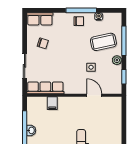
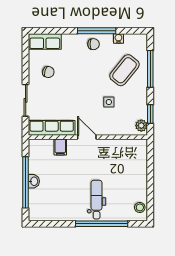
coffee table: (103, 42) -> (124, 70), turned -39
plant: (117, 60) -> (141, 126), moved
door: (94, 95) -> (87, 137), moved

